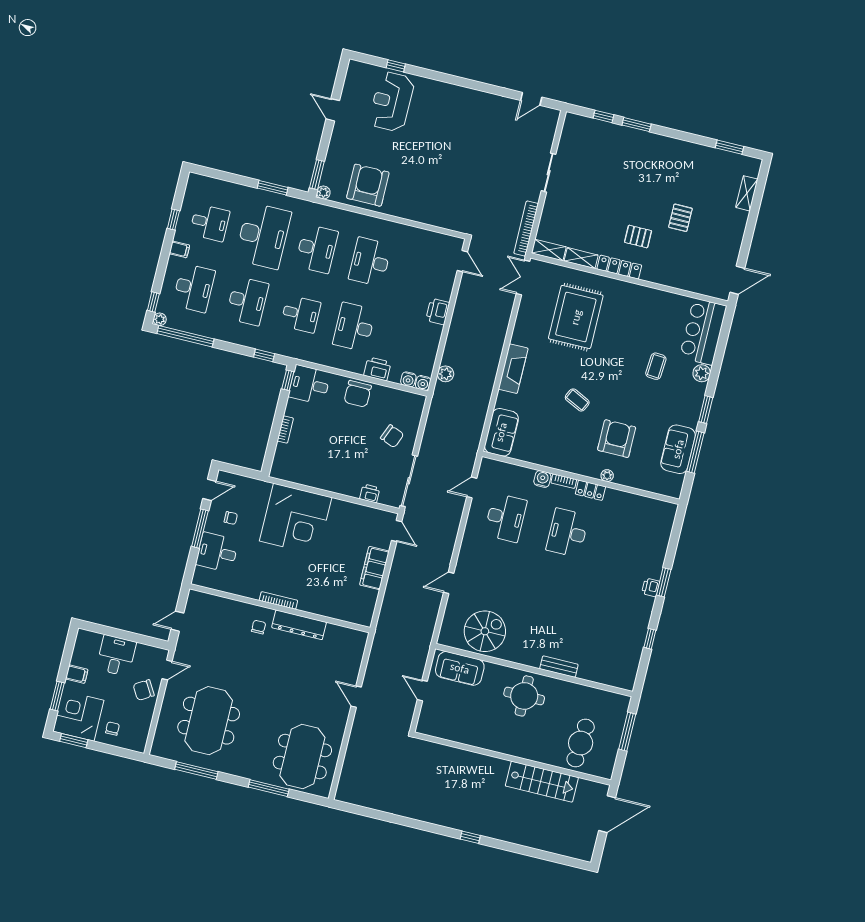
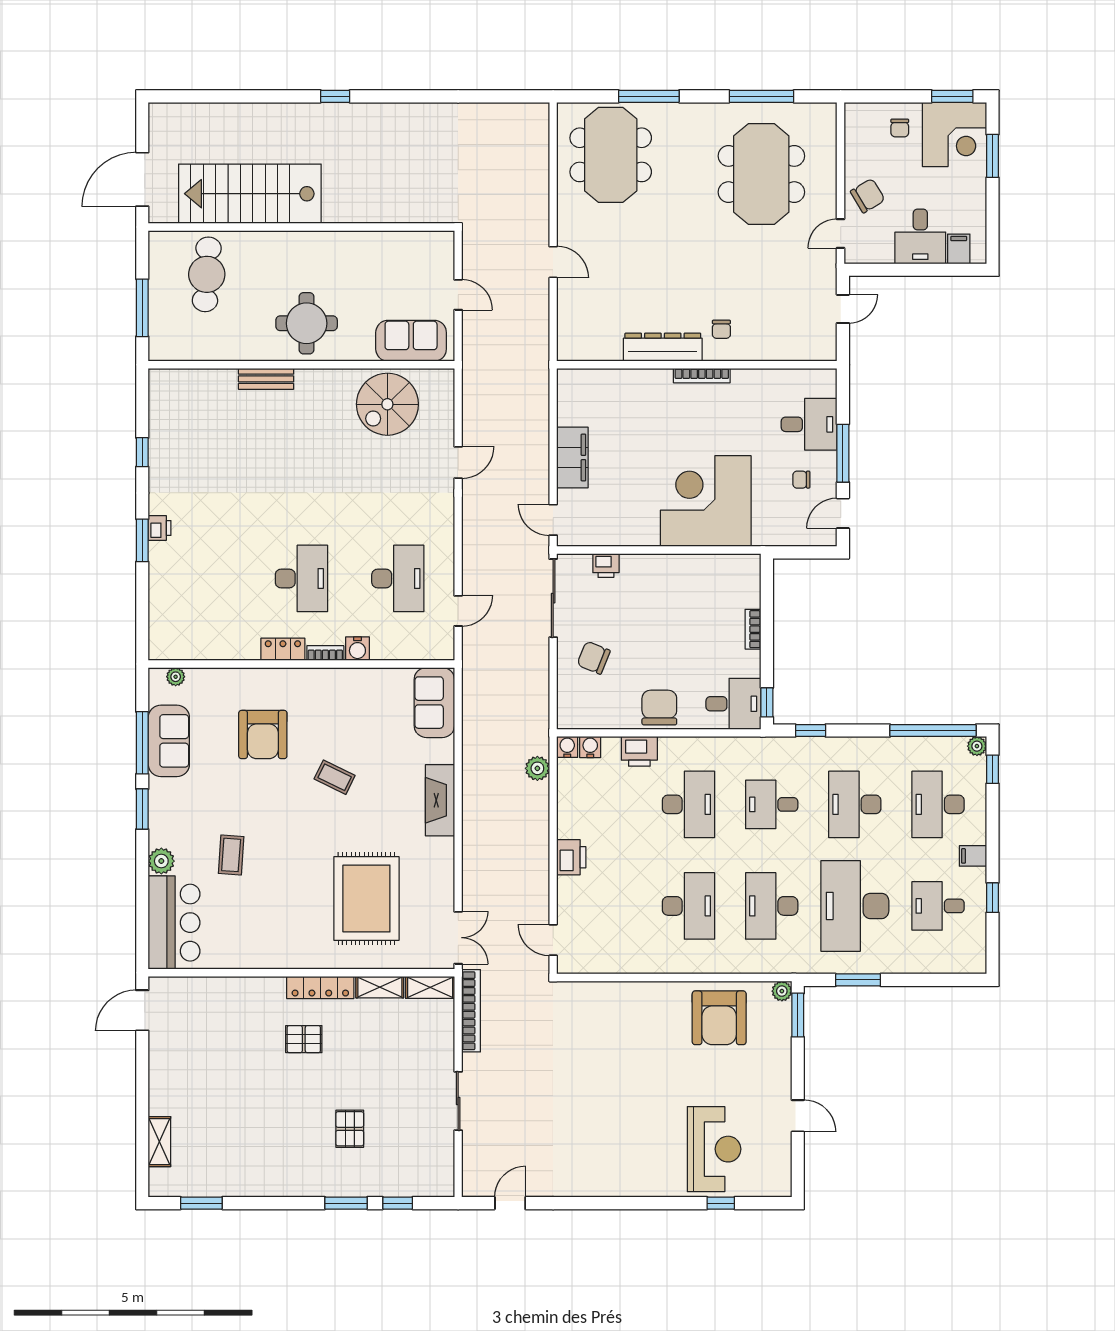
pallet: (680, 218) -> (350, 1129), moved
plant: (607, 476) -> (176, 677), moved
desk: (505, 518) -> (398, 578), turned 180
filing cabinet: (77, 674) -> (959, 249), moved, turned 90
stairs: (542, 782) -> (250, 194), width x1.36, depth x1.51

